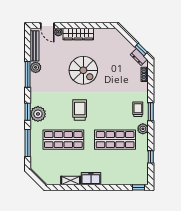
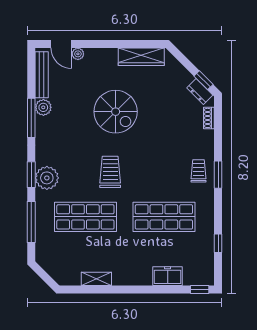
wardrobe: (78, 34) -> (141, 57), moved
plant: (143, 129) -> (206, 201), removed
freezer: (91, 179) -> (168, 276), moved

